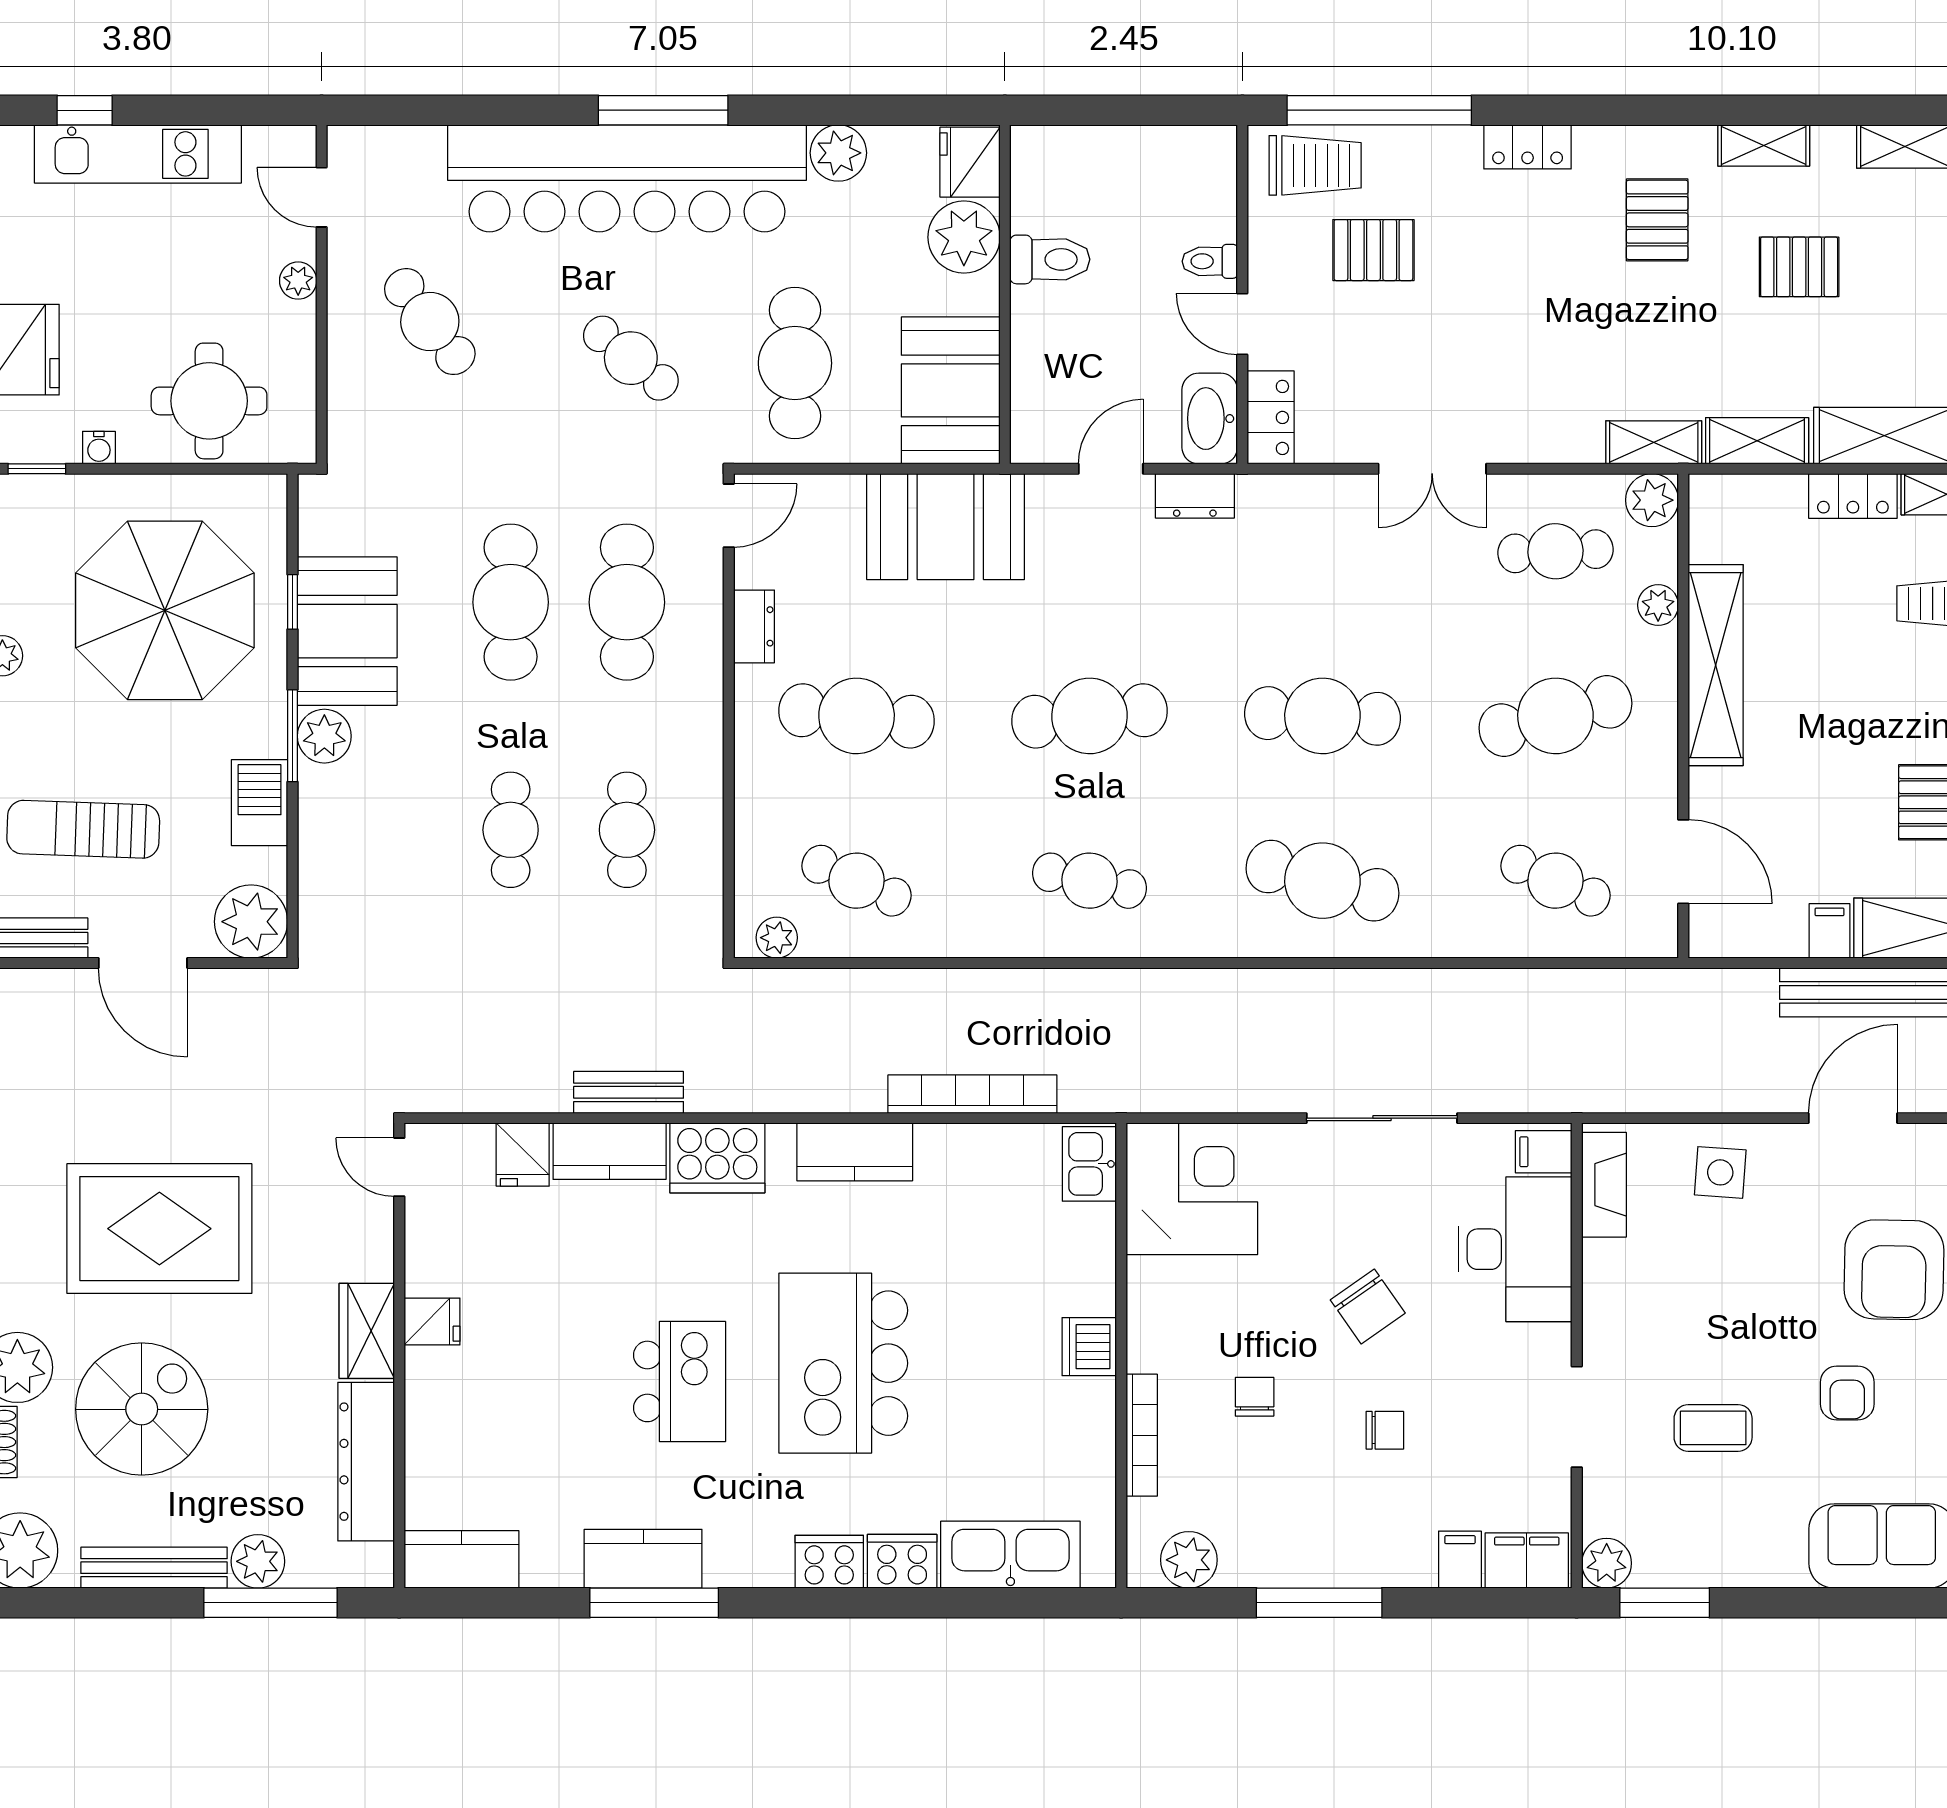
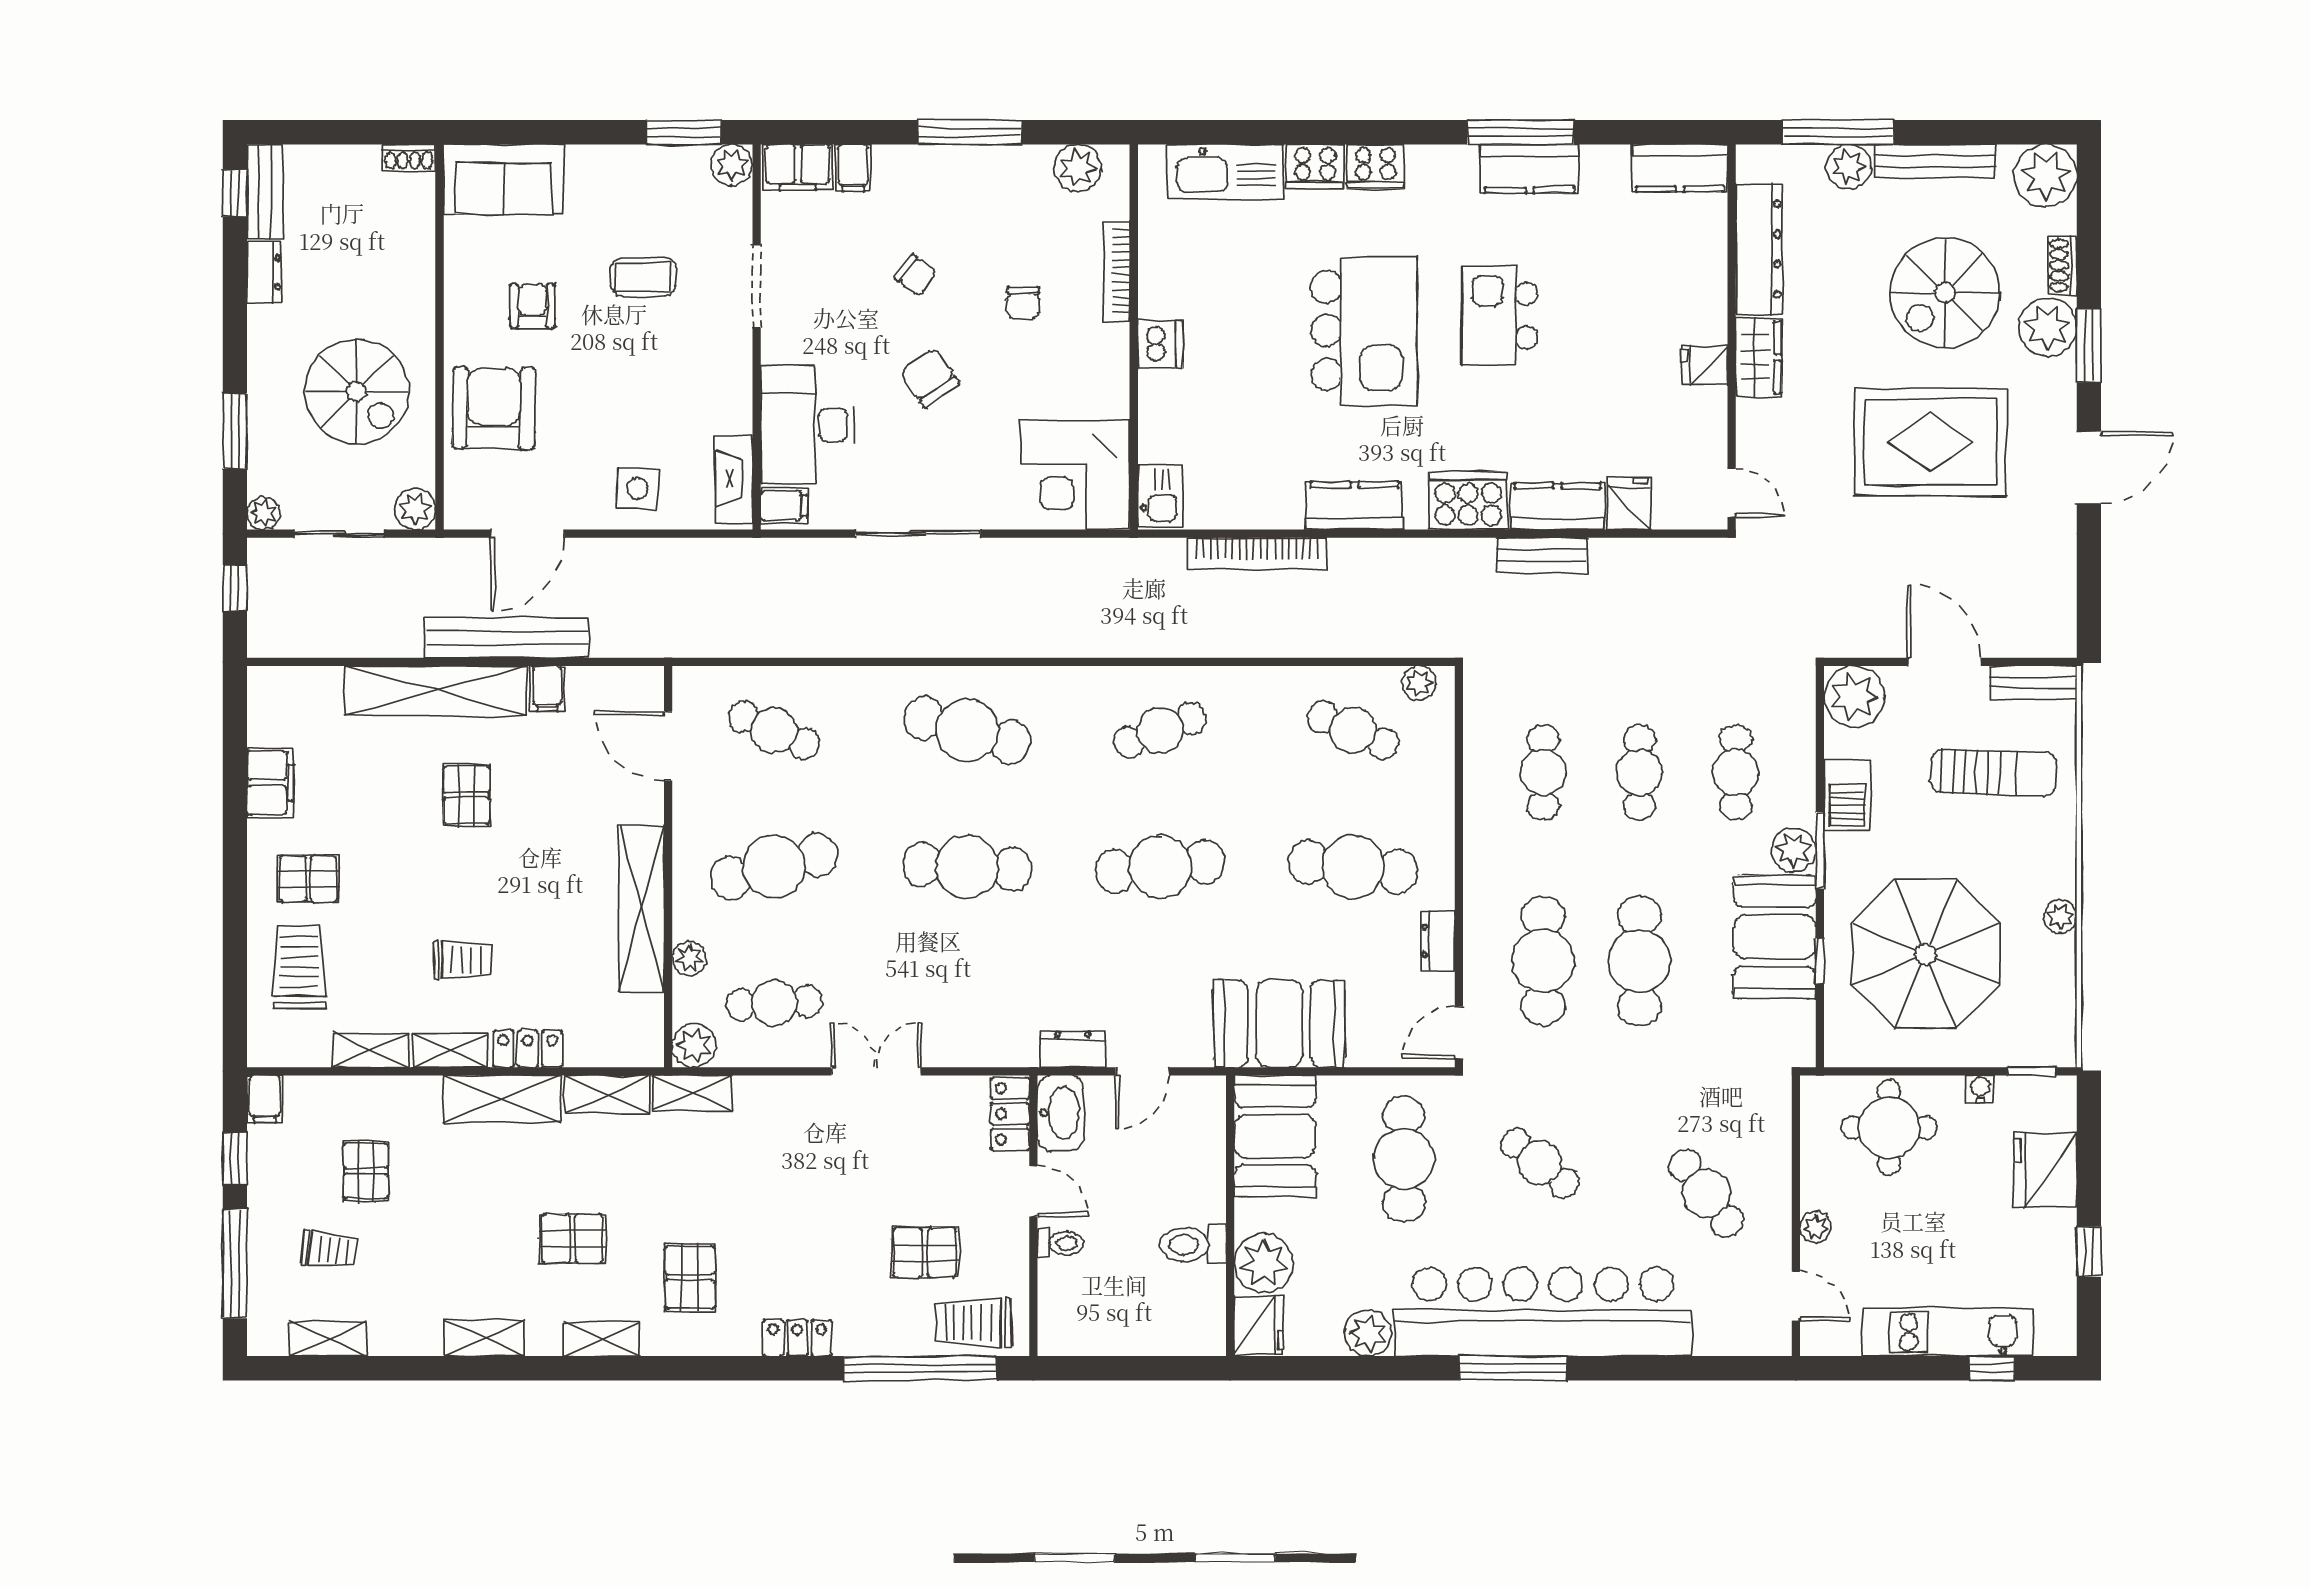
cafe table: (394, 830) -> (1736, 772), added
cafe table: (1089, 881) -> (1160, 730), turned -33
chair: (1385, 1430) -> (915, 275), turned -144

